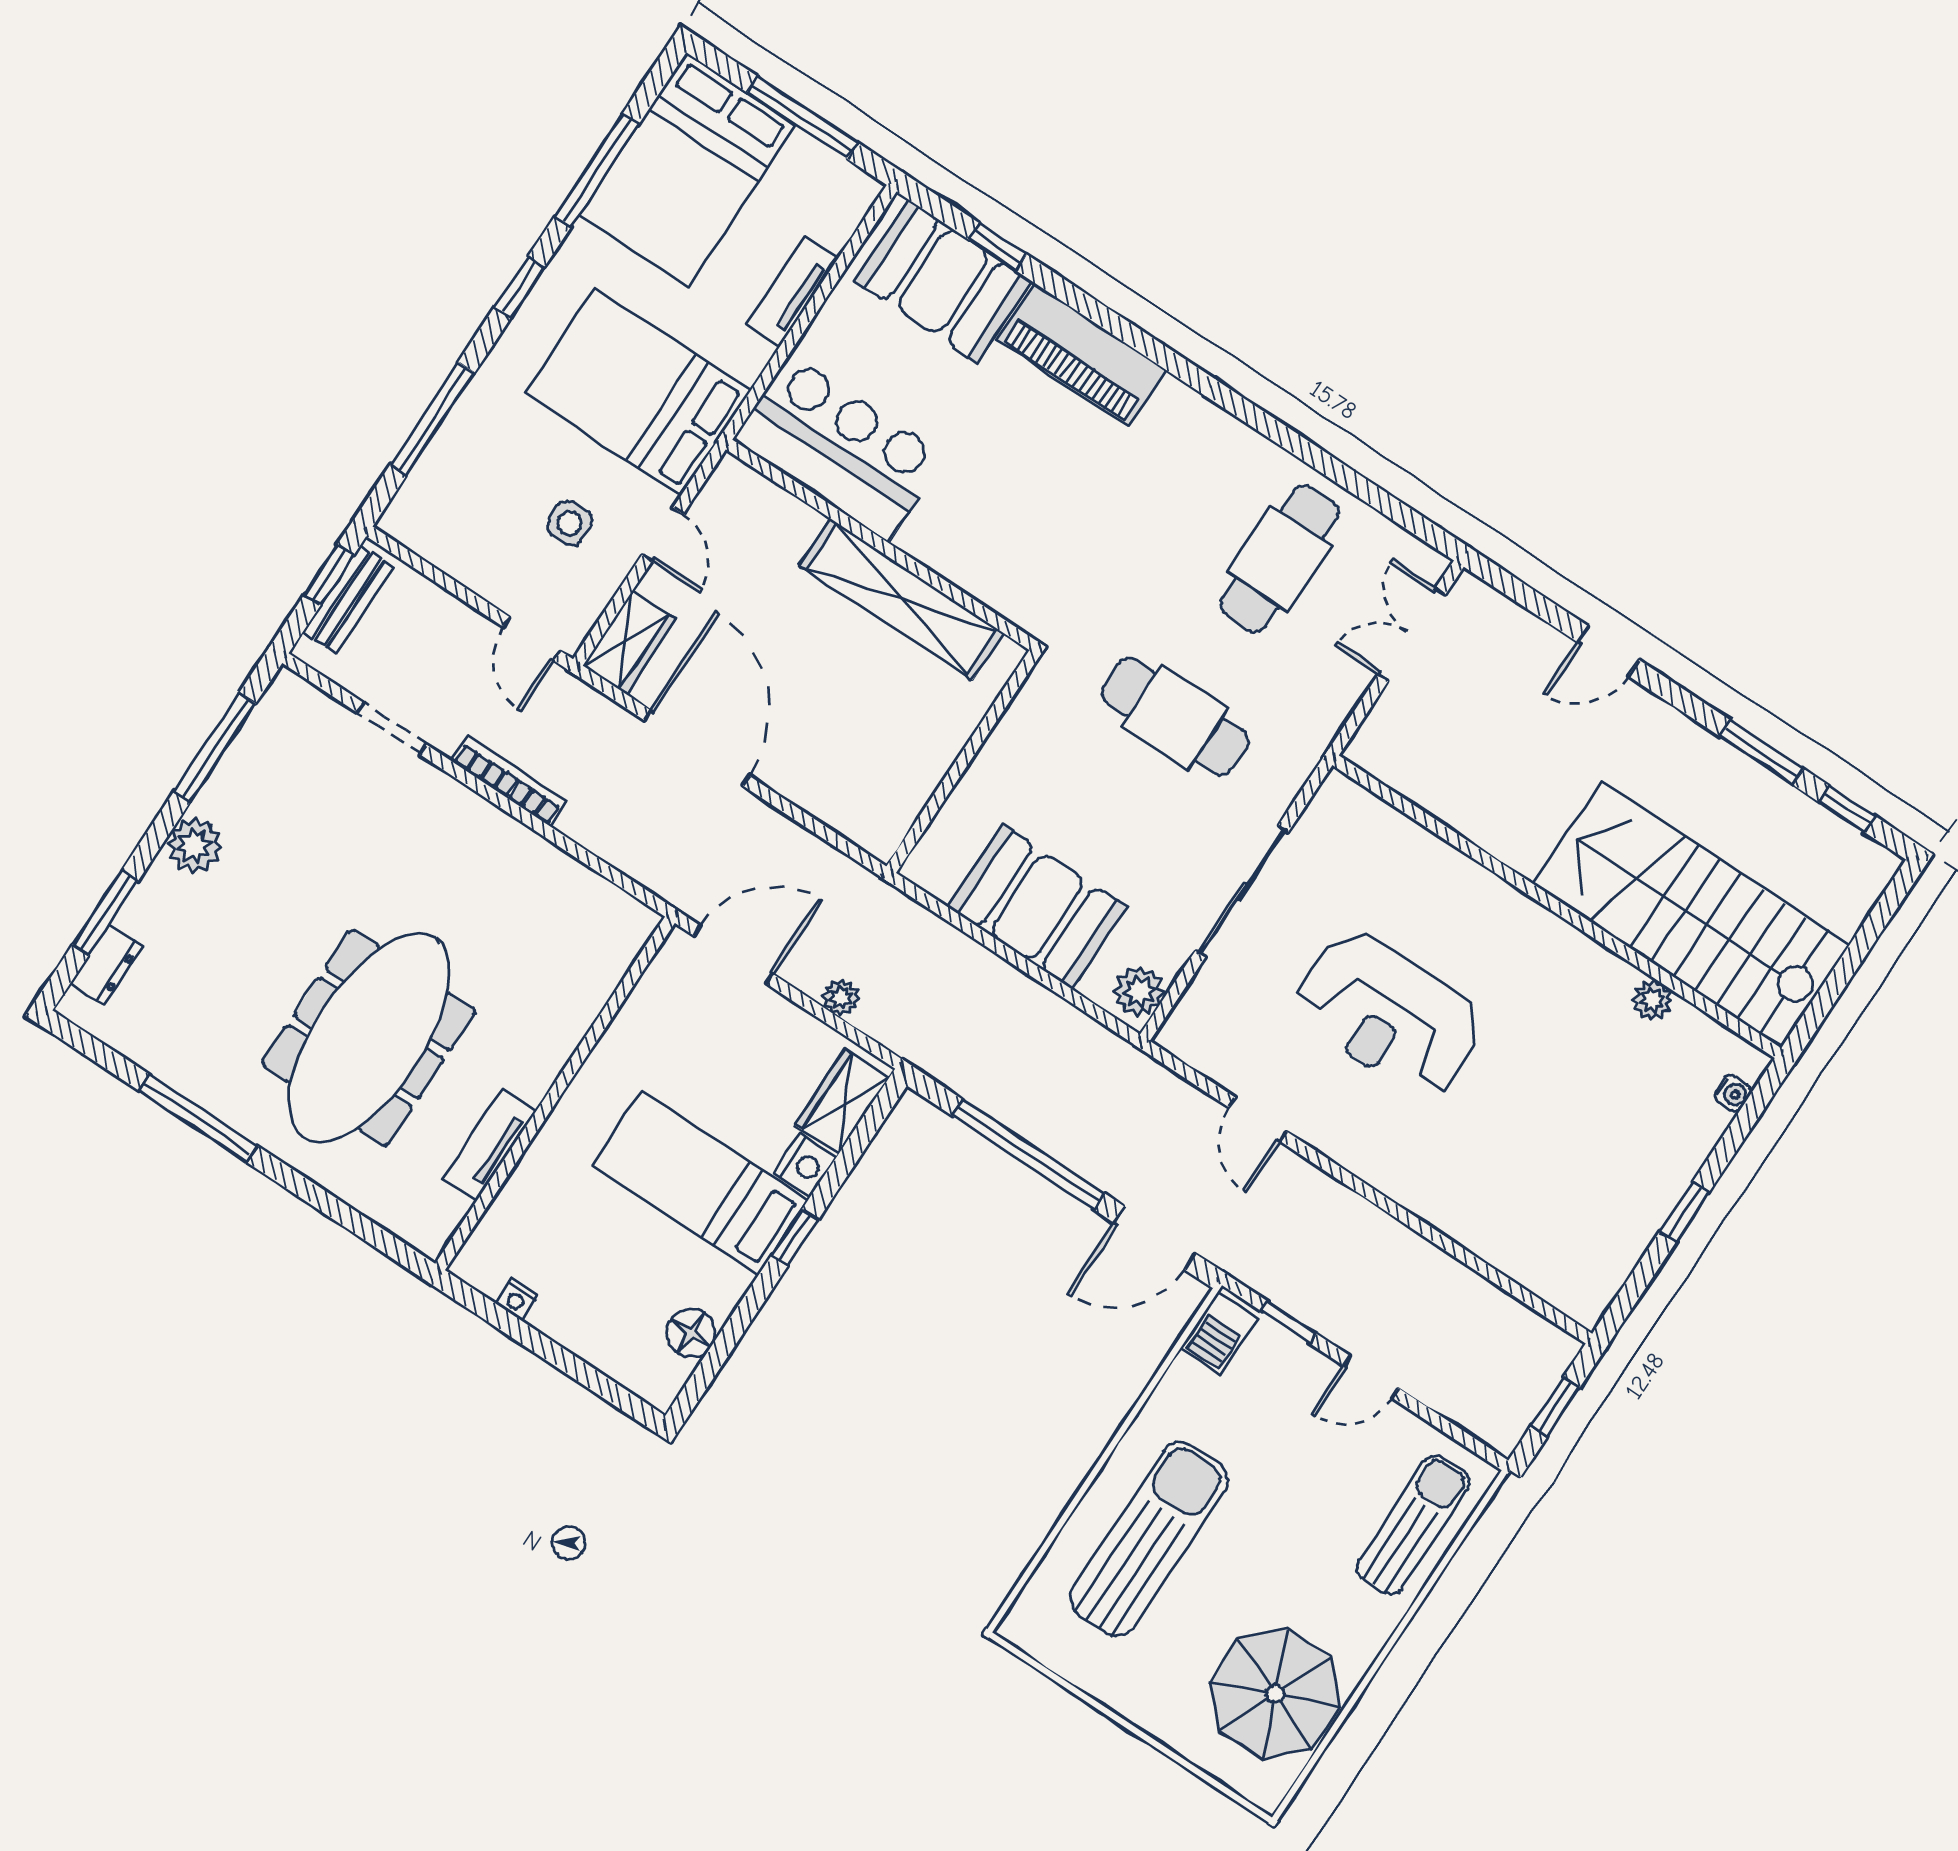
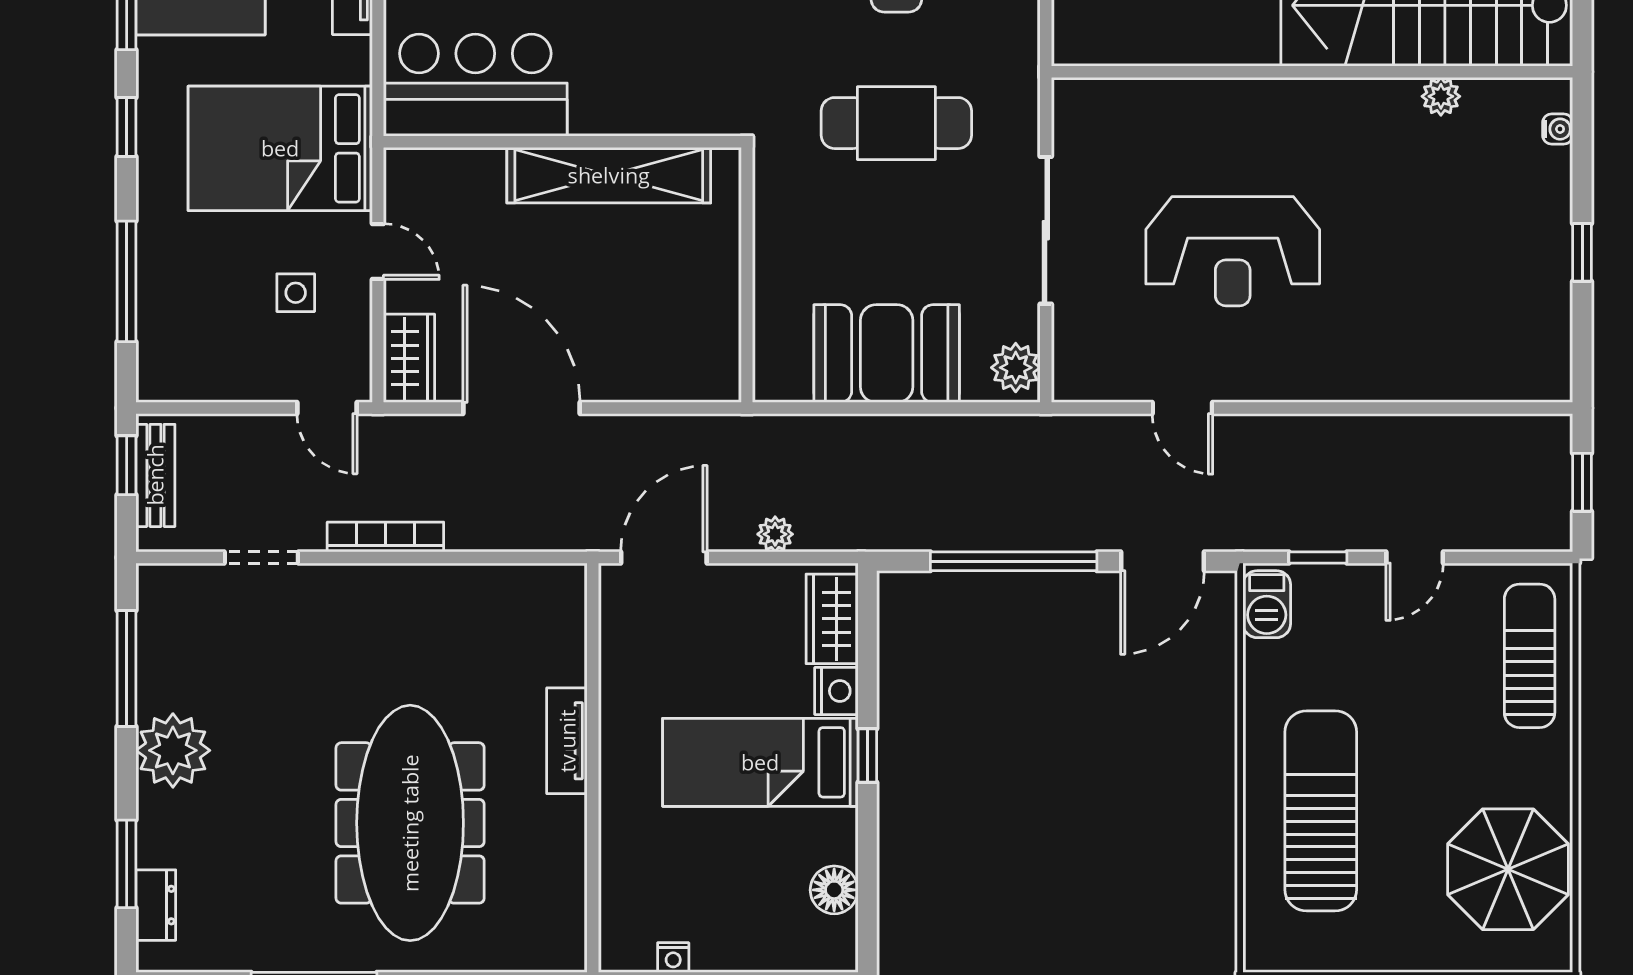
plant: (194, 846) -> (173, 750), width x1.36, depth x1.36
tv unit: (489, 1145) -> (567, 741), moved

